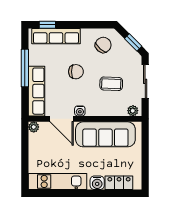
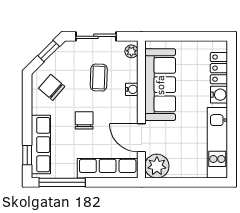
window: (25, 68) -> (62, 182), moved
water cooler: (80, 111) -> (132, 89), moved
door: (62, 119) -> (141, 138), swing flipped
plant: (34, 127) -> (157, 166), width x1.88, depth x1.88

